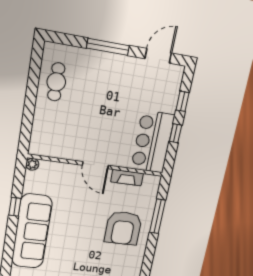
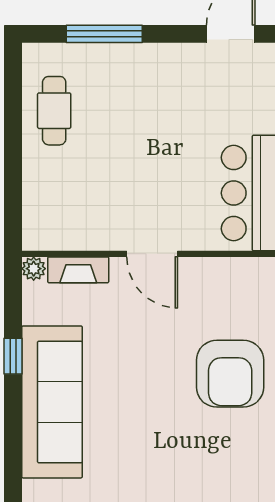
window: (108, 47) -> (104, 34), moved
fireplace: (127, 178) -> (78, 270), moved

